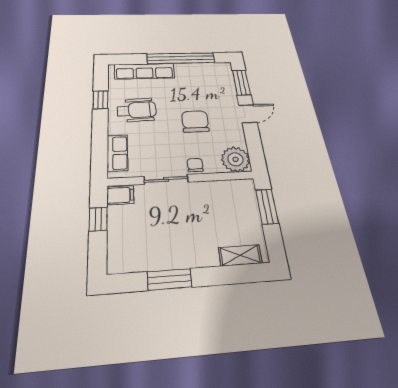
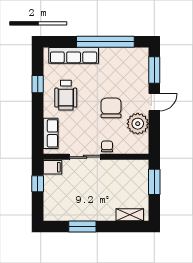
wheelchair: (137, 110) -> (66, 95), turned 93
plant: (235, 159) -> (138, 124), moved

